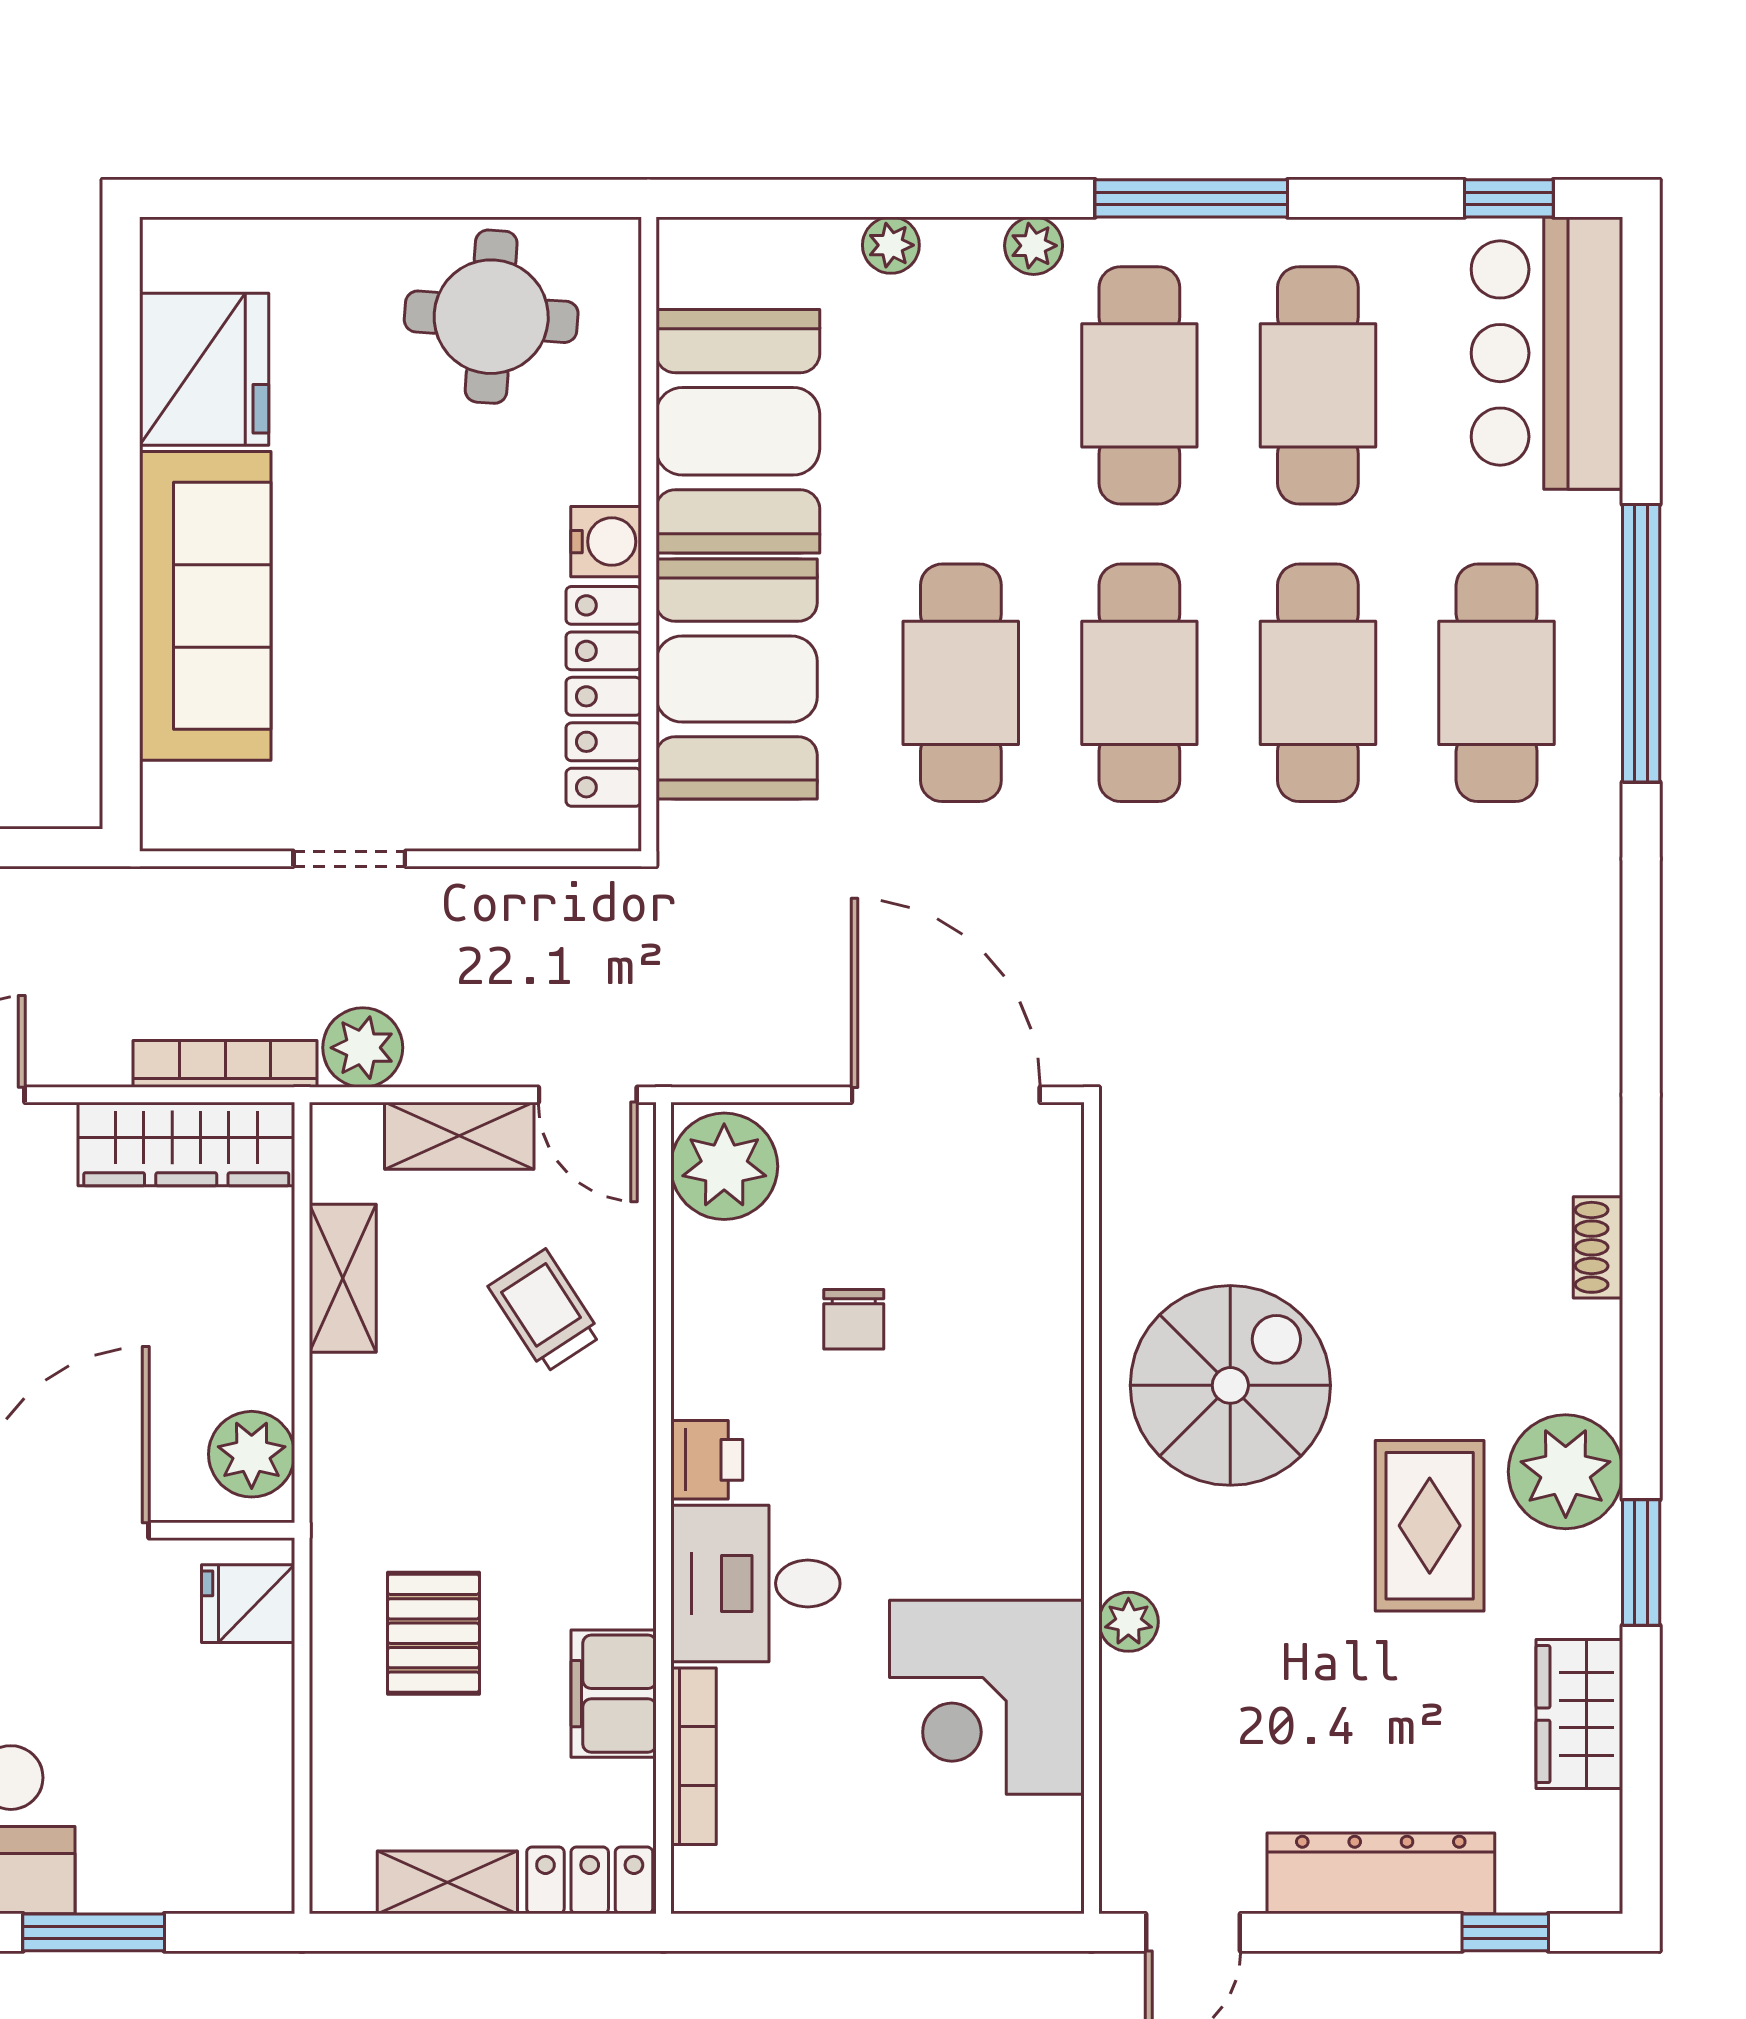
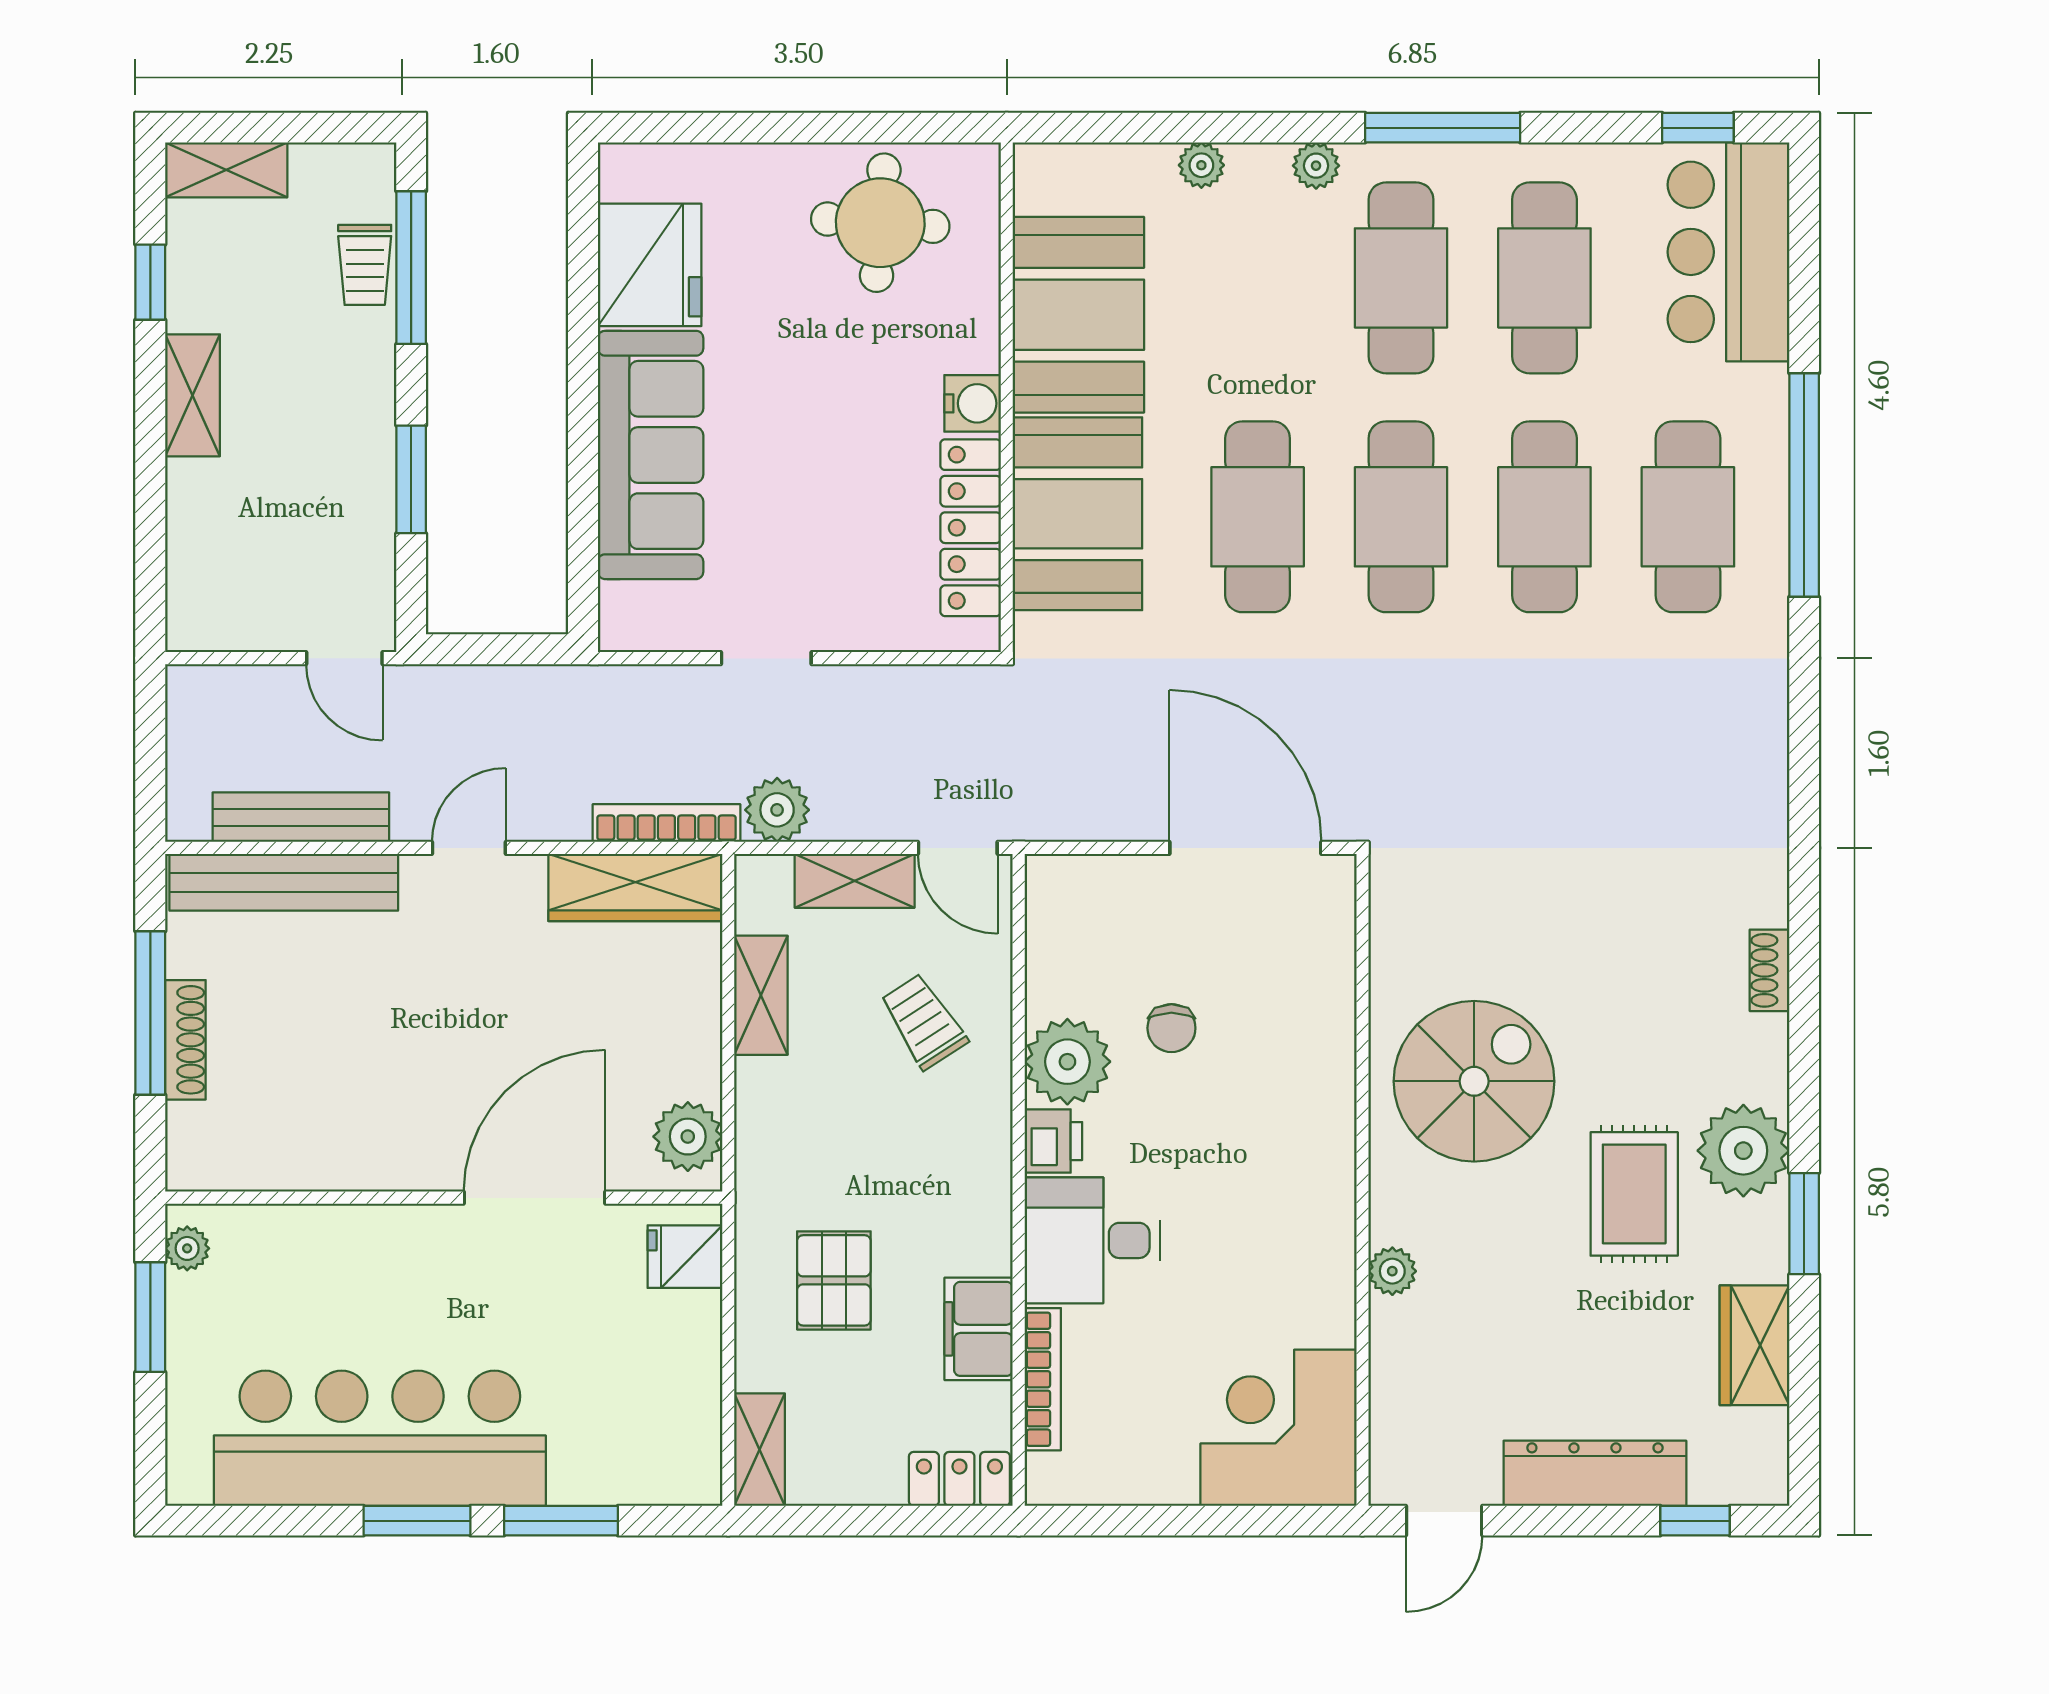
plant: (724, 1166) -> (1067, 1062), moved
corner desk: (987, 1697) -> (1278, 1428), moved, turned 90
shelving: (447, 1882) -> (759, 1450), moved, turned 90

